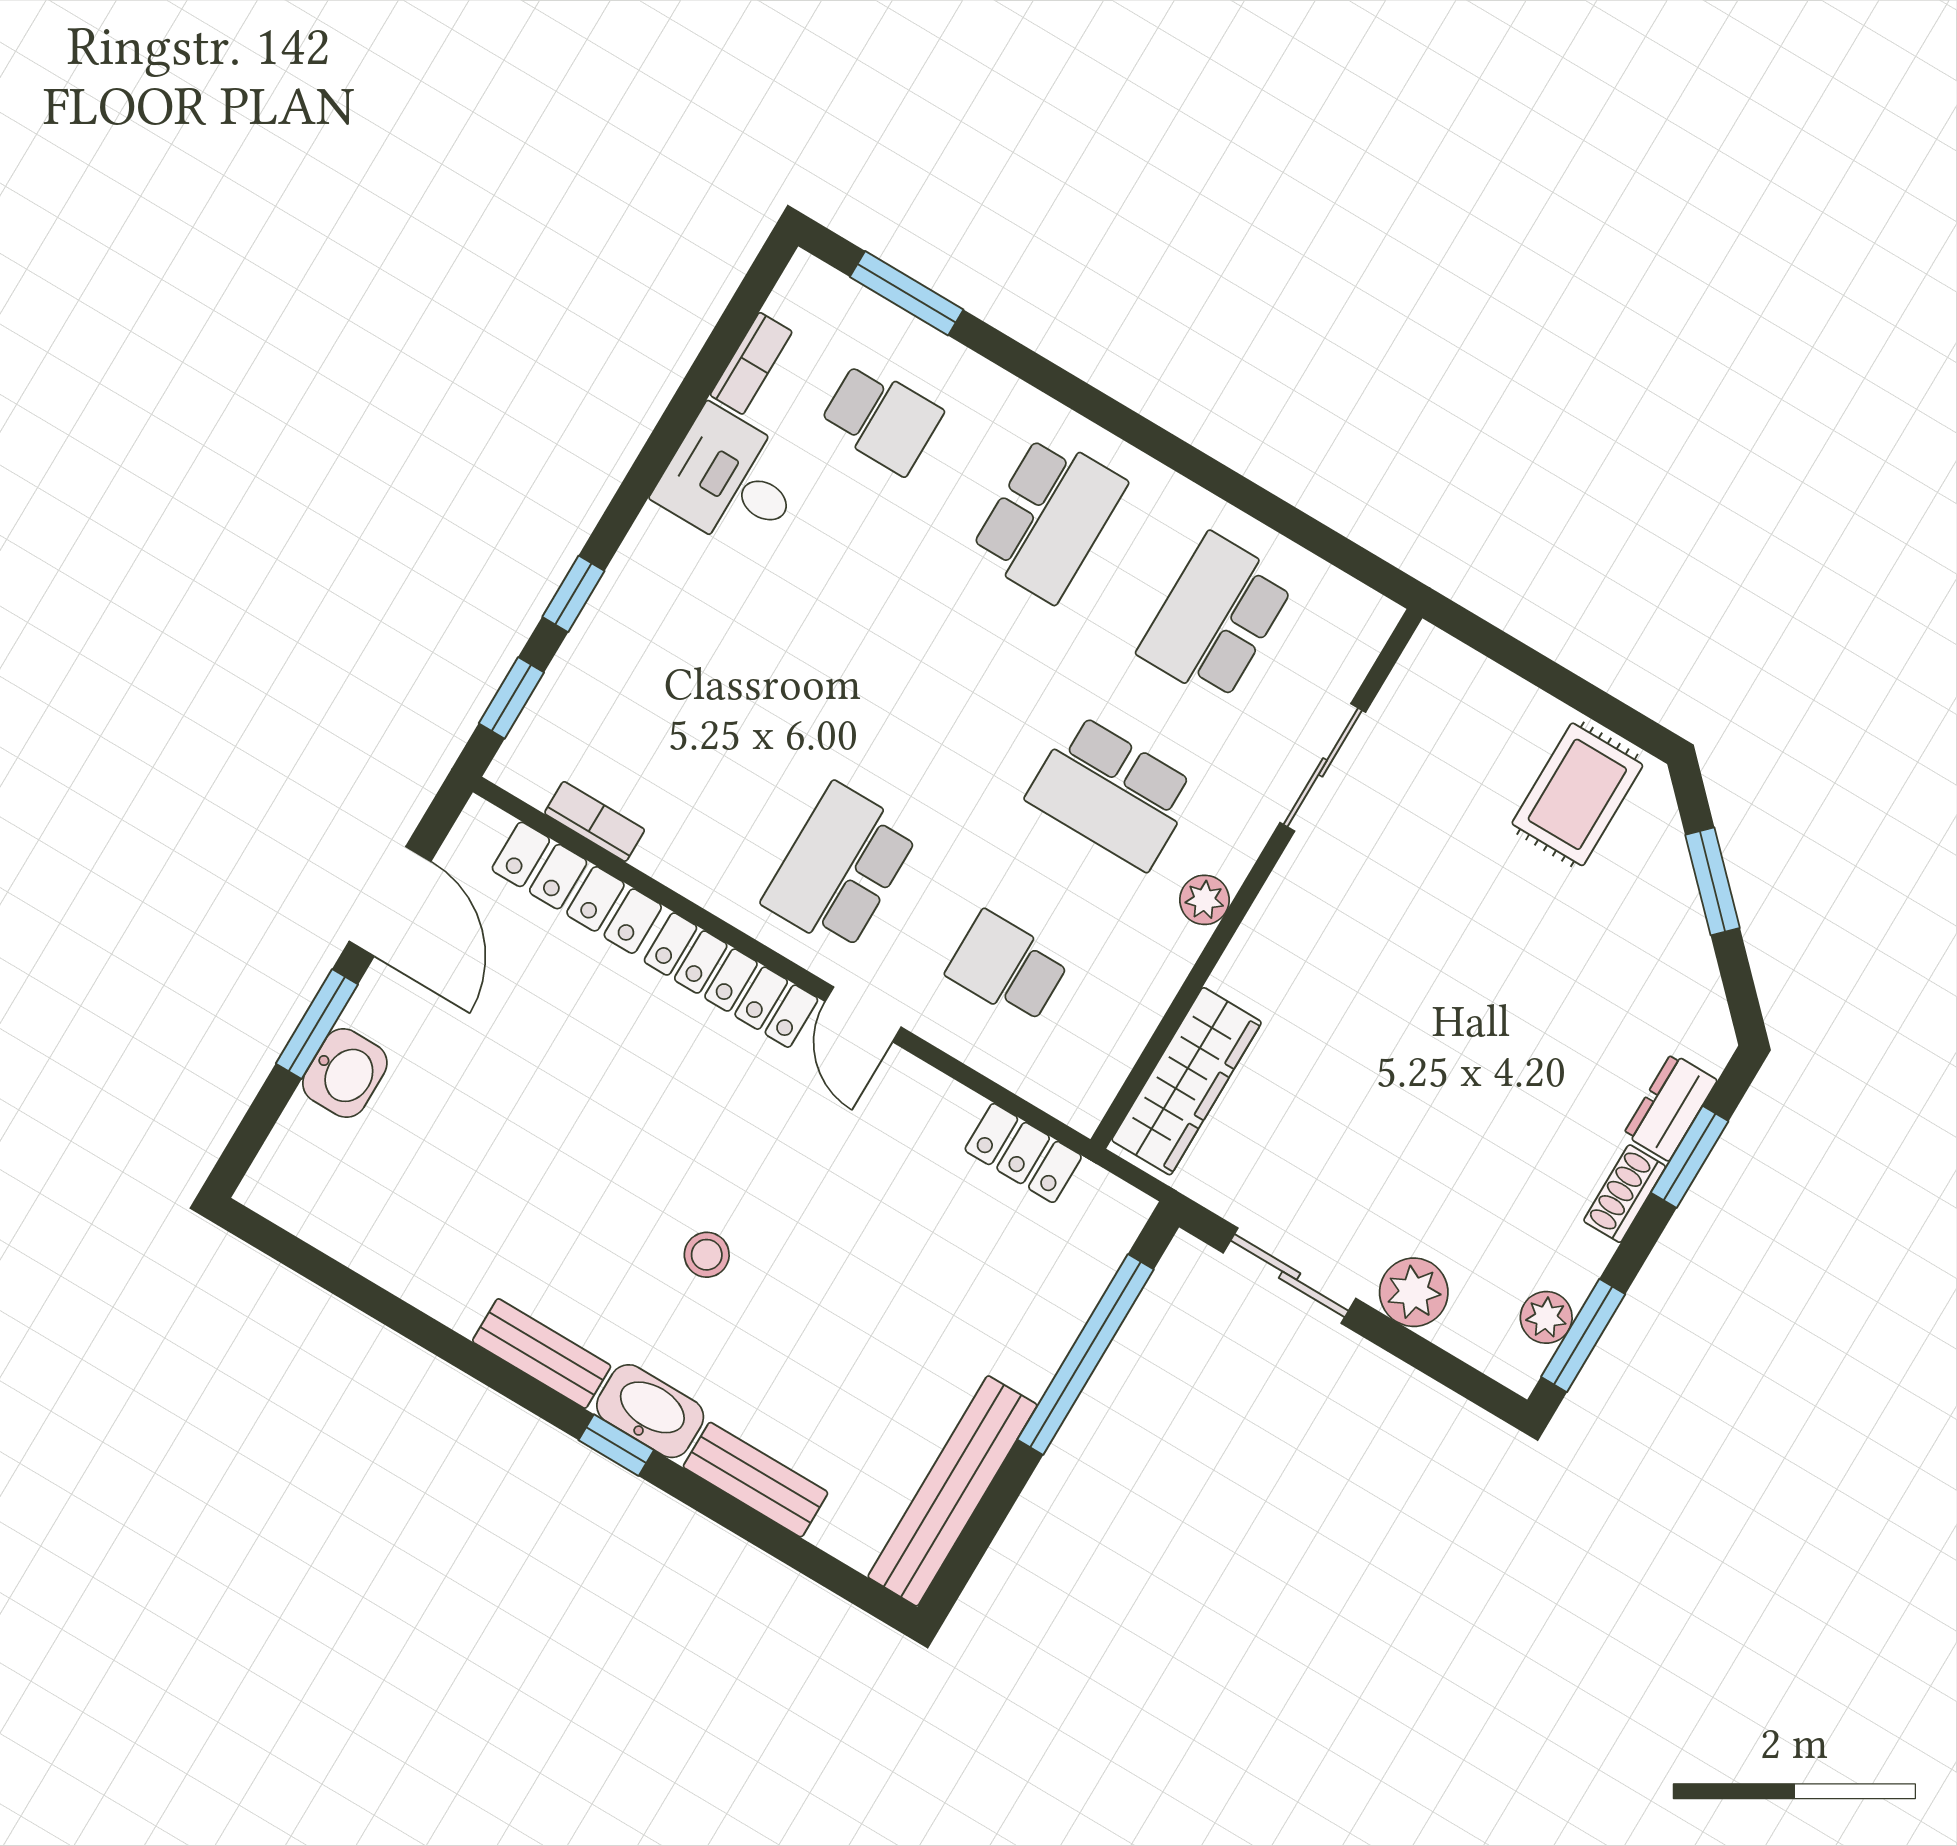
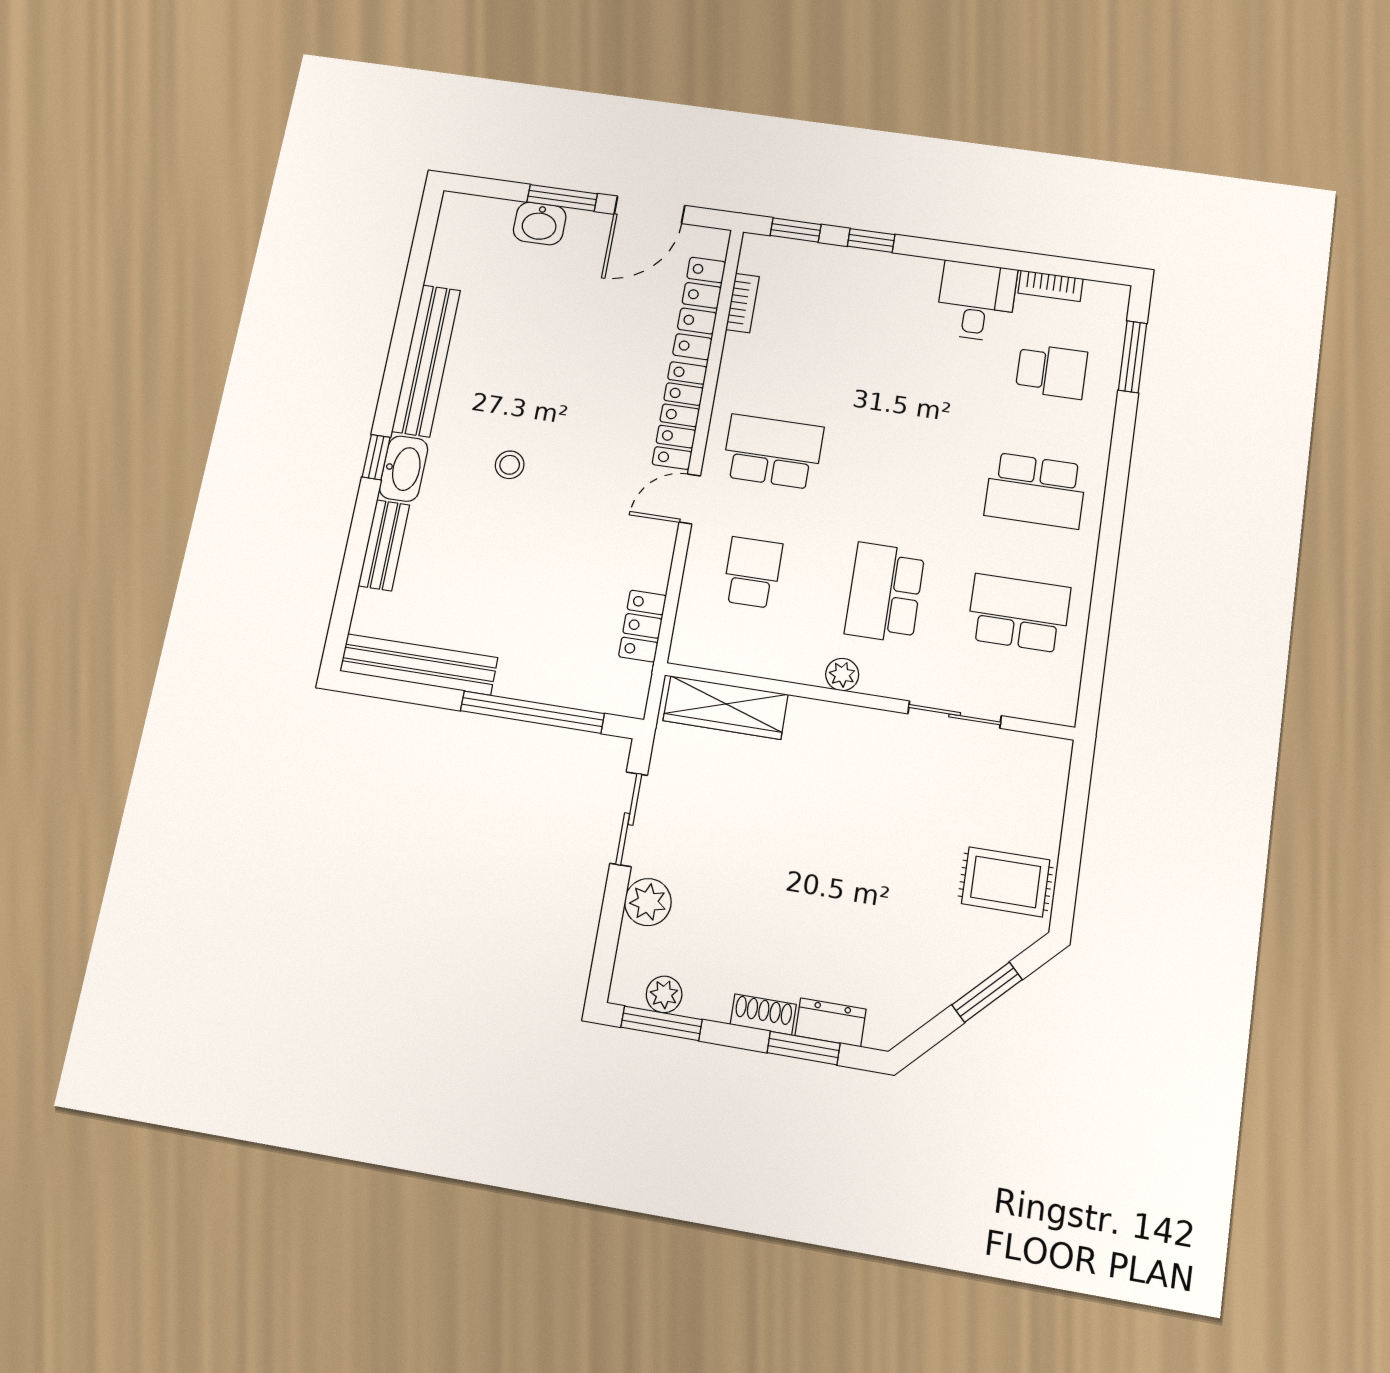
school desk: (881, 418) -> (1052, 371), turned -90
bench: (542, 1354) -> (426, 360), width x1.86, depth x1.21

